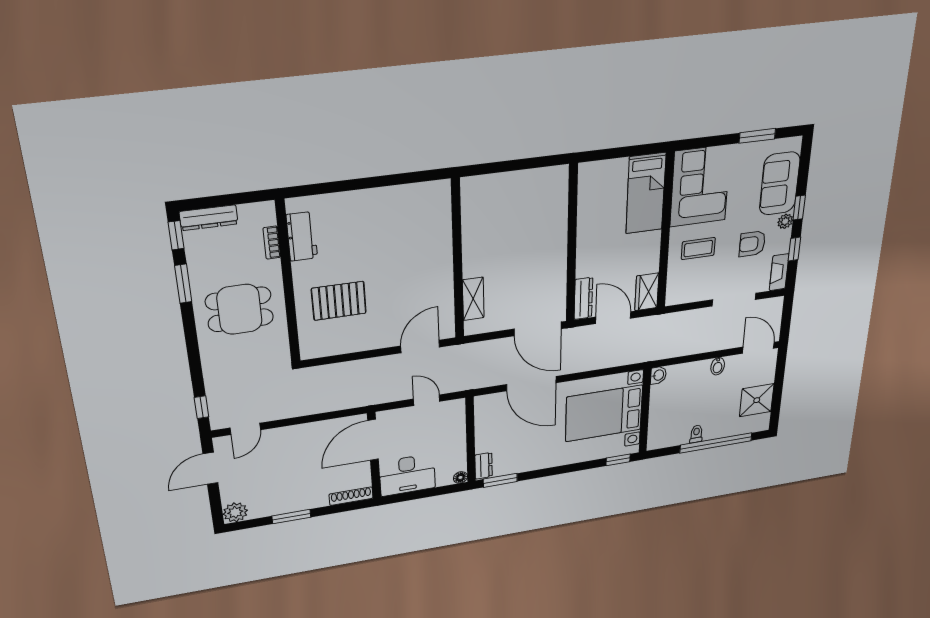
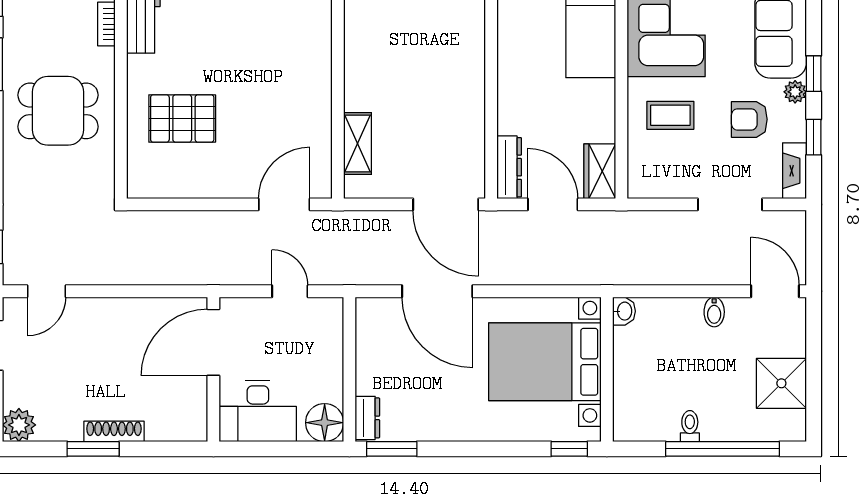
floor lamp: (460, 477) -> (325, 423), width x1.89, depth x1.89
shoe rack: (351, 496) -> (114, 431), moved

